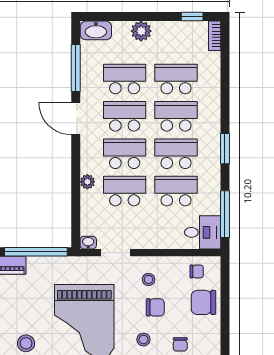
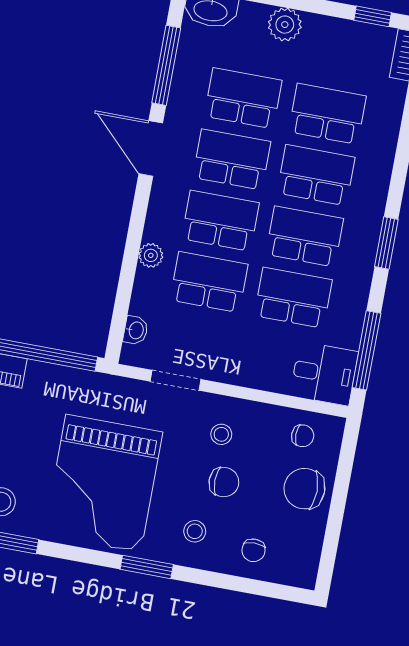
washbasin: (88, 243) -> (136, 330), moved, turned 90

